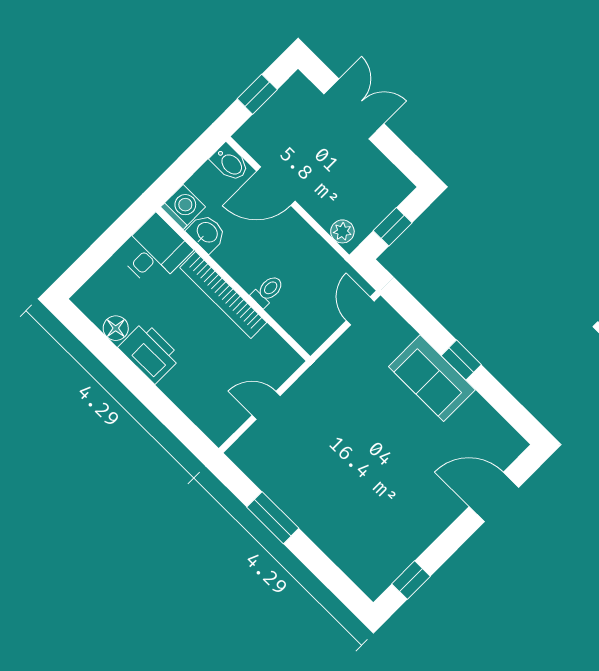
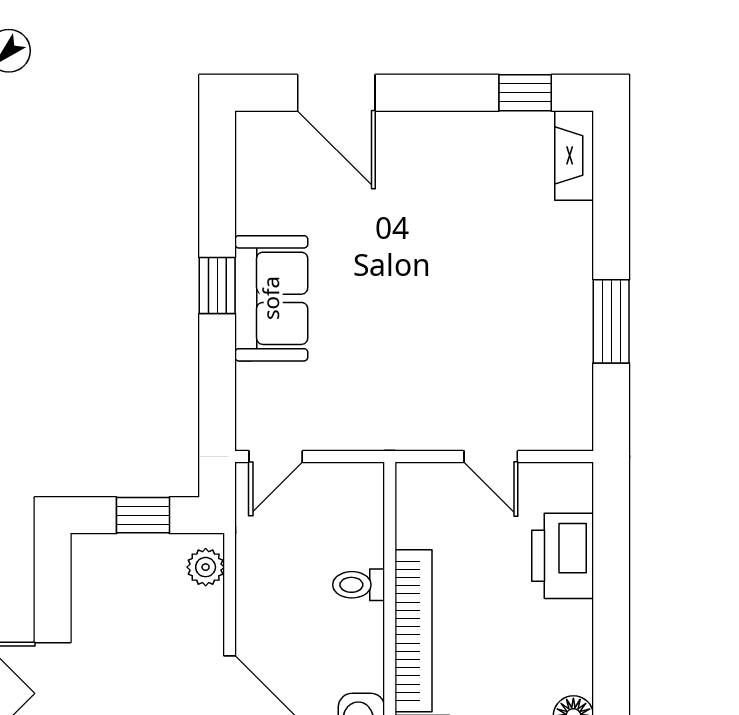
printer: (150, 352) -> (563, 556), moved
fireplace: (362, 574) -> (574, 155), added

